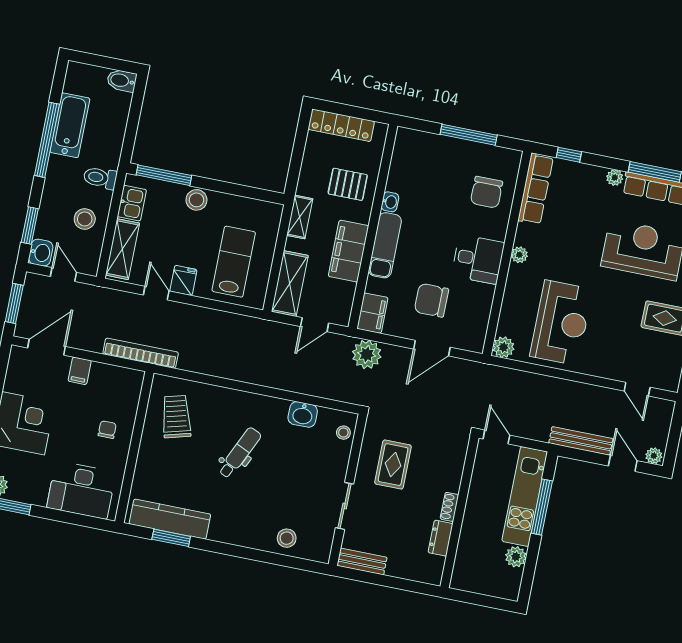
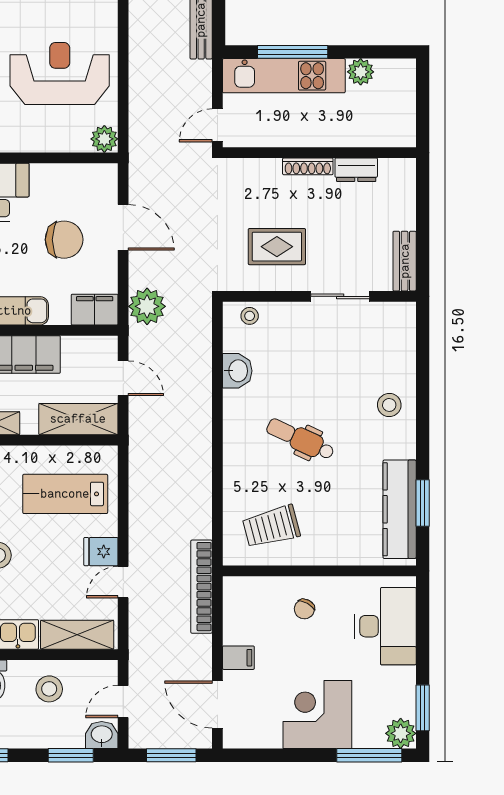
chair: (431, 300) -> (64, 240), turned -90
chair: (107, 430) -> (304, 609), turned -61
shoe rack: (449, 507) -> (308, 166), width x1.43
stool: (287, 538) -> (389, 405), moved

